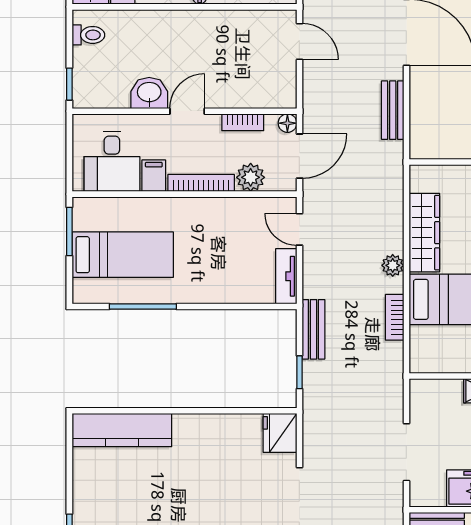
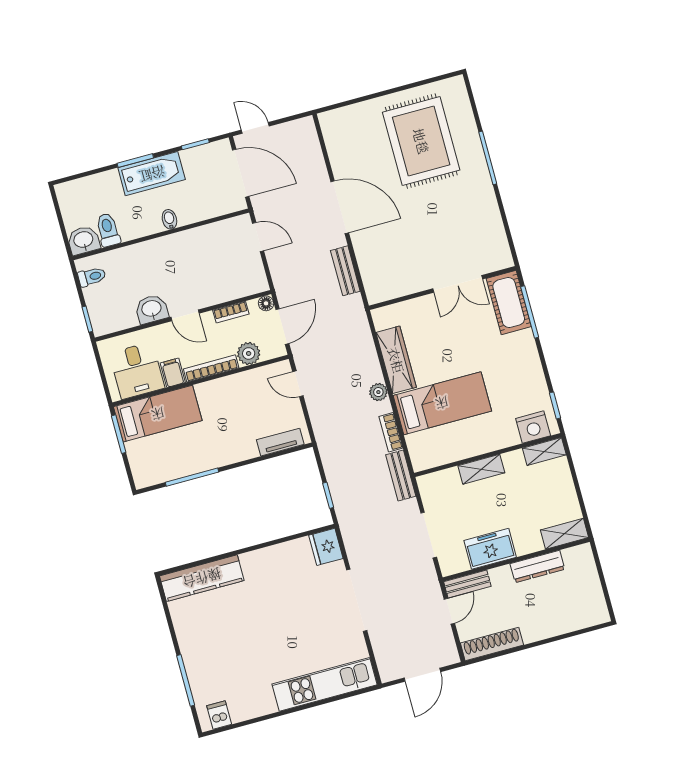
door: (187, 111) -> (185, 315), swing flipped
bed: (123, 255) -> (158, 414), moved
tv unit: (286, 276) -> (280, 442), moved, turned 90
bench: (313, 329) -> (401, 475), moved

